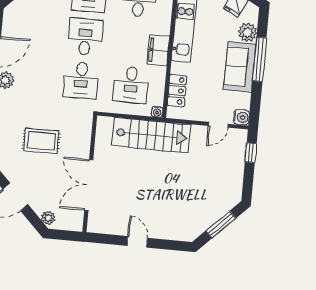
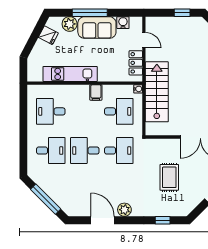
filing cabinet: (158, 50) -> (96, 92), width x0.50
locker: (177, 91) -> (136, 63), moved, turned -90
water cooler: (241, 117) -> (123, 23), moved
window: (251, 153) -> (182, 13), moved

